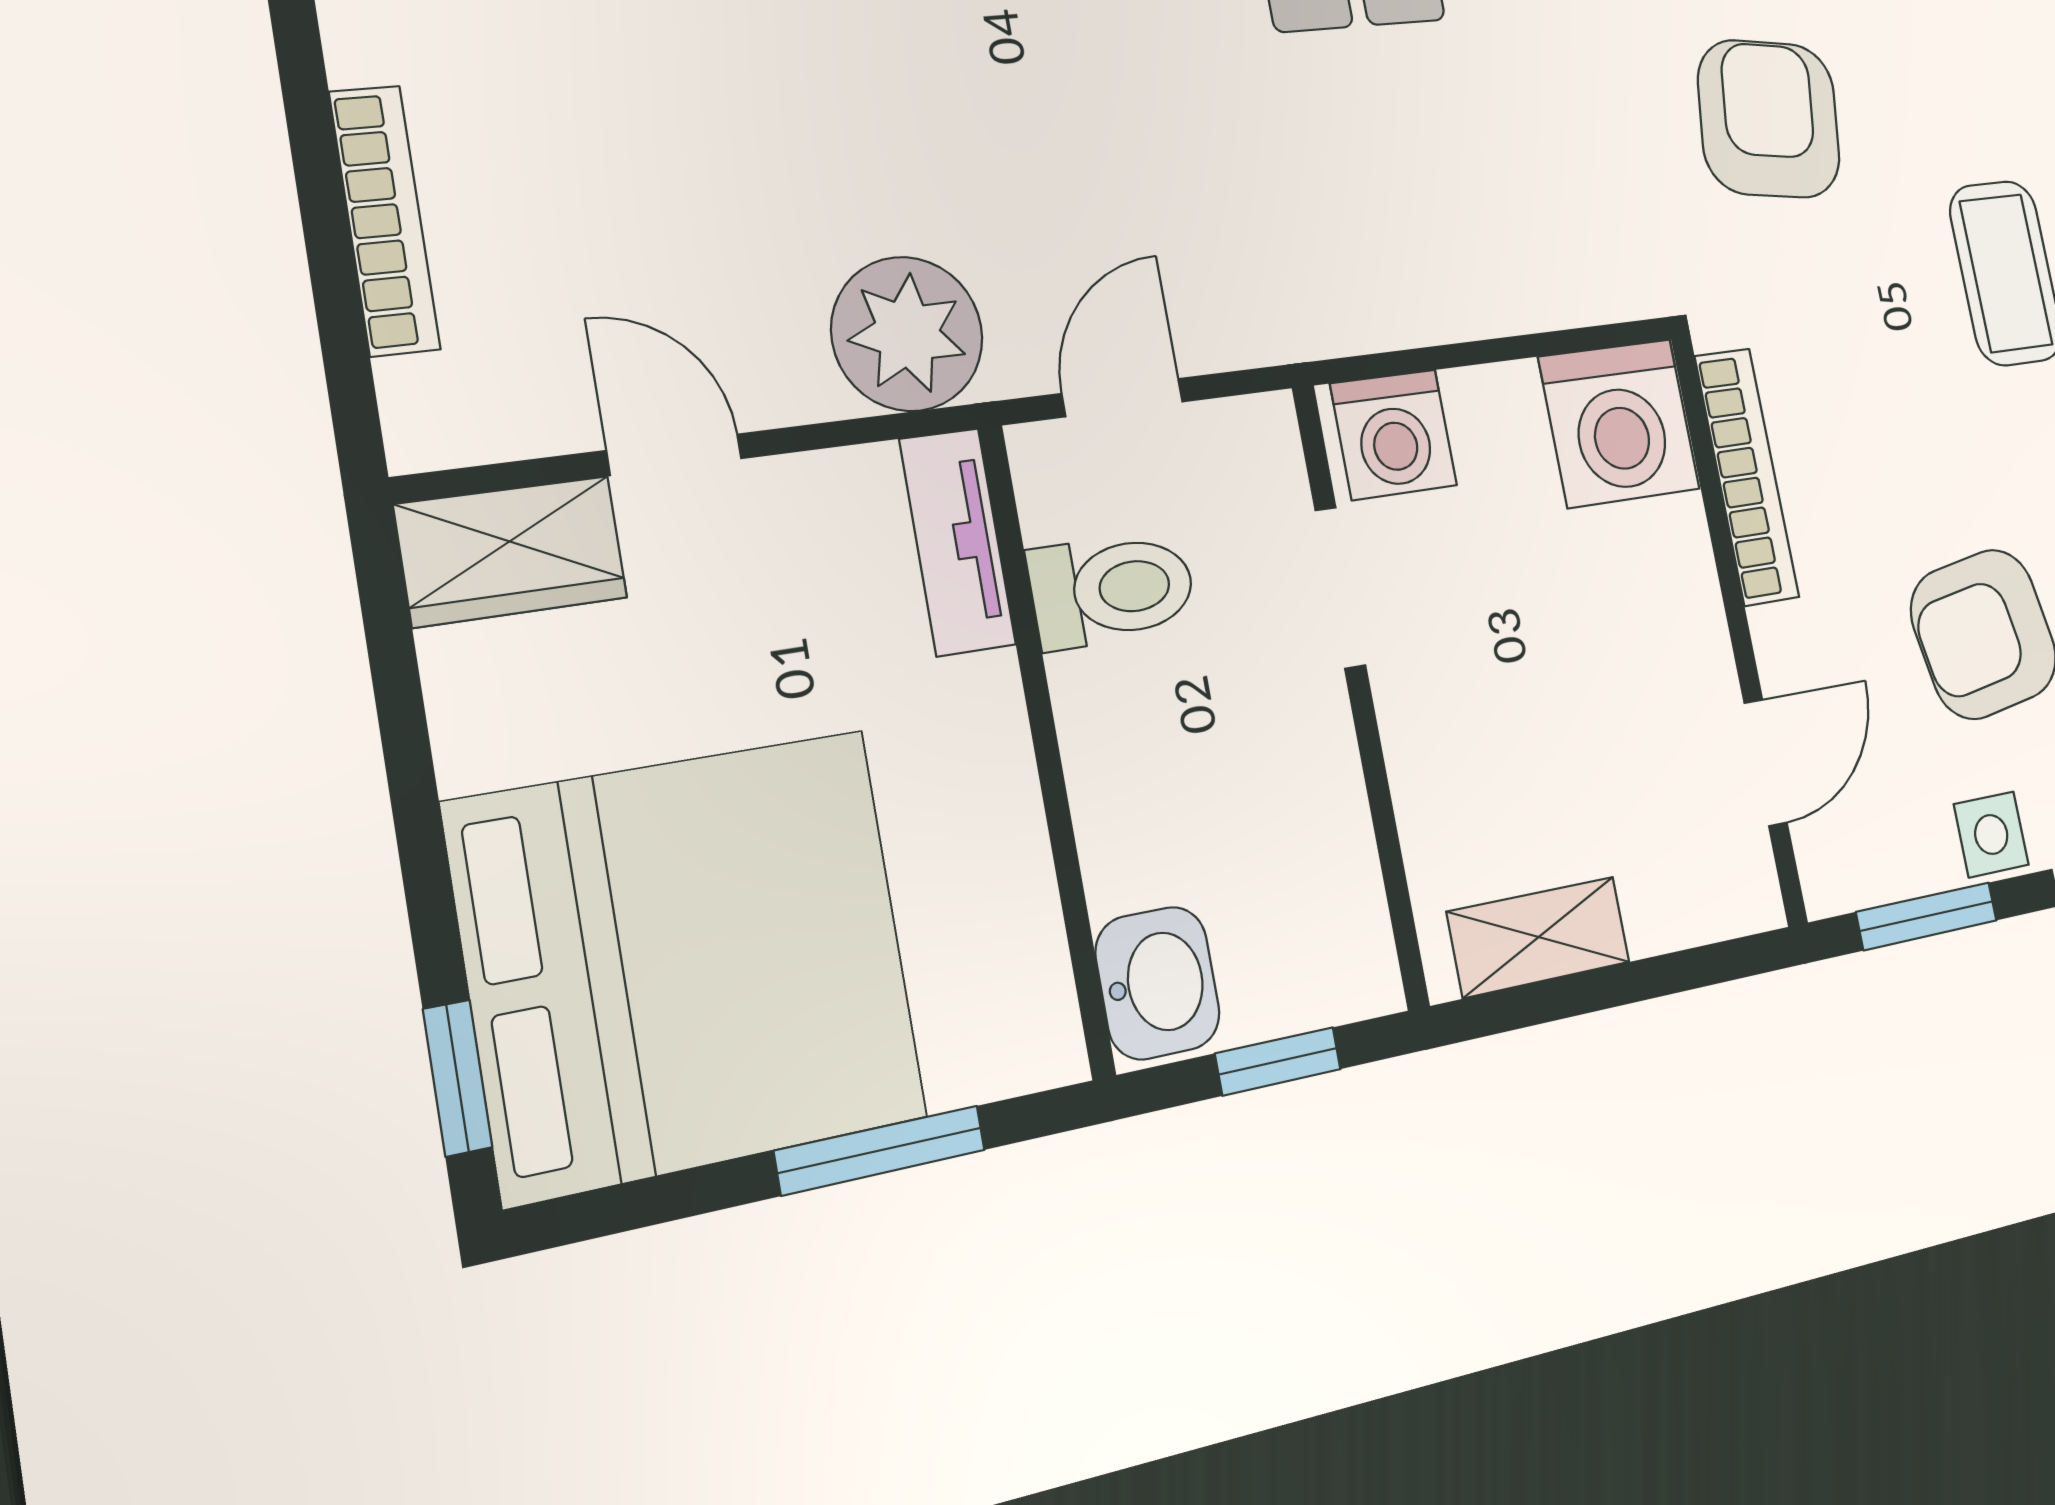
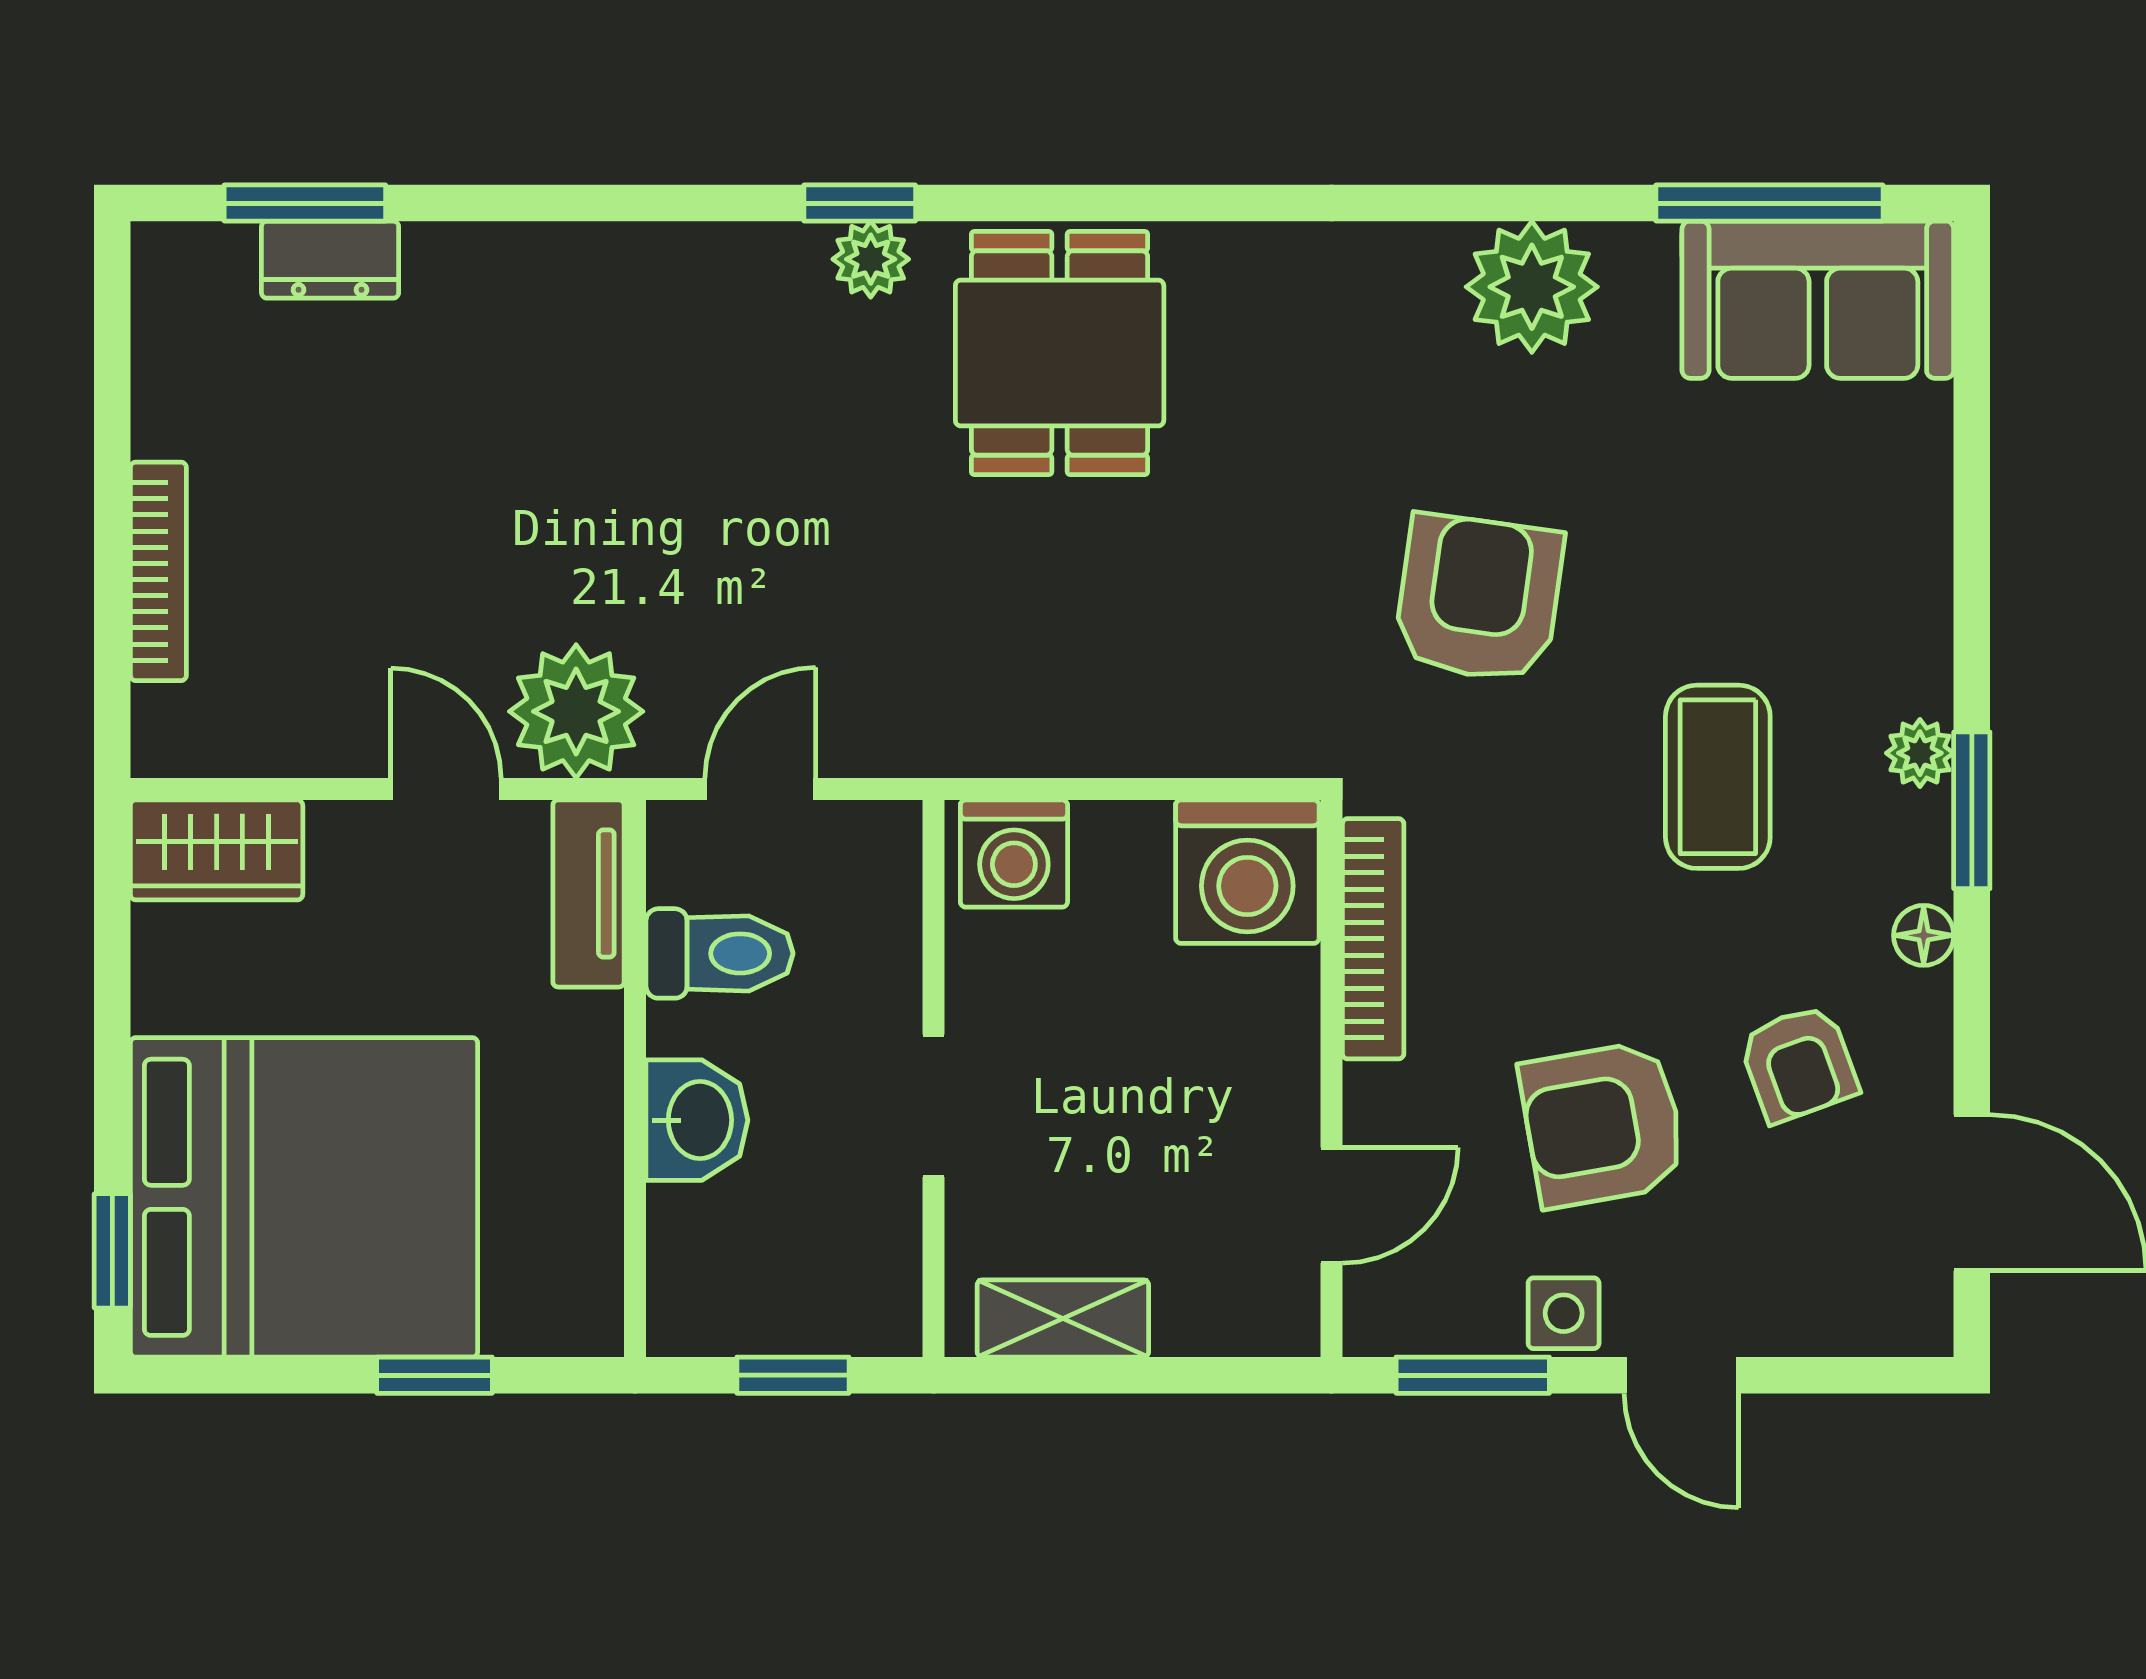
door: (674, 455) -> (446, 789), moved
doorway: (1340, 588) -> (934, 1106), moved
washbasin: (1158, 983) -> (697, 1120), moved
window: (880, 1150) -> (434, 1375), width x0.67

